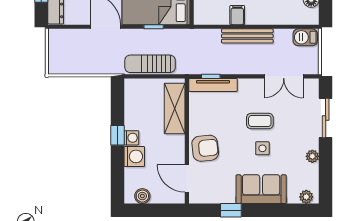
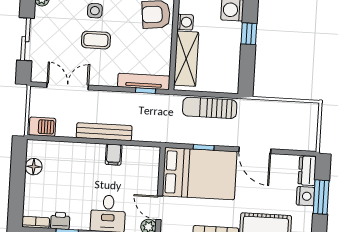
sun lounger: (150, 64) -> (210, 108), turned 180
washing machine: (131, 138) -> (185, 22), moved, turned 180

